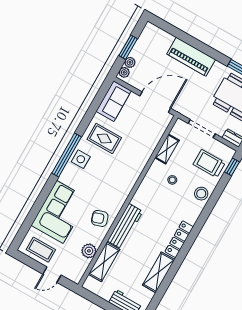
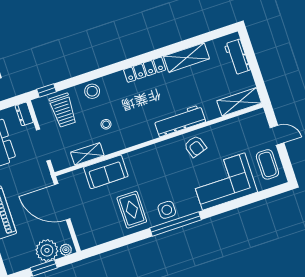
plant: (130, 62) -> (47, 250), width x1.88, depth x1.88
sofa: (114, 101) -> (106, 172), moved, turned 180
plant: (89, 251) -> (229, 127), removed
shelving: (104, 262) -> (239, 102), moved

